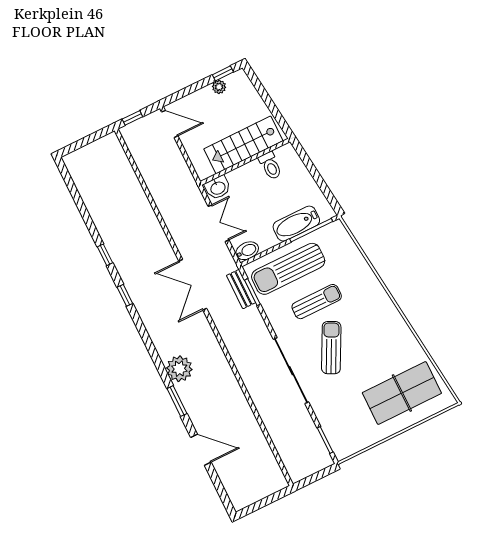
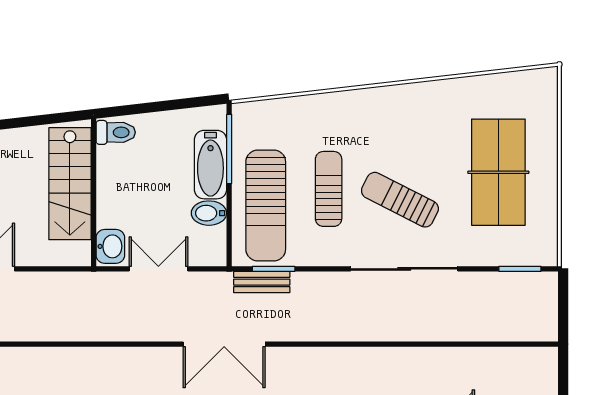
toilet: (270, 166) -> (116, 132), moved
bidet: (247, 251) -> (209, 213), moved, turned -90
table tennis table: (402, 393) -> (498, 172), moved

